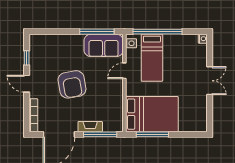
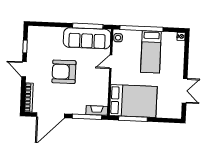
sofa: (104, 45) -> (87, 38), width x1.36
bed: (152, 58) -> (151, 52), moved
double door: (210, 81) -> (185, 91), moved
armchair: (72, 84) -> (64, 72), turned 100
fireplace: (90, 127) -> (97, 110), moved

